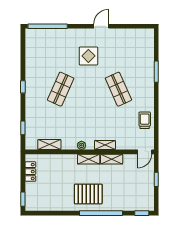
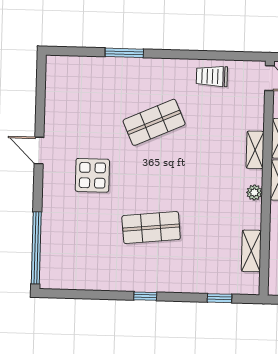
shop shelf: (61, 89) -> (151, 228), turned -30

